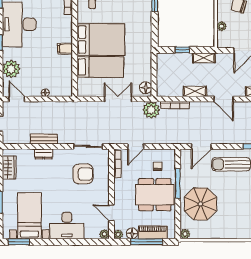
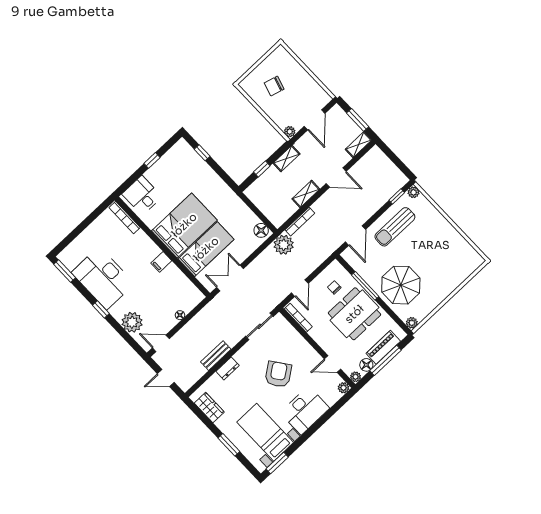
plant: (222, 26) -> (290, 132), moved
double door: (118, 99) -> (230, 278), moved
armchair: (83, 174) -> (278, 374), moved, turned -36

